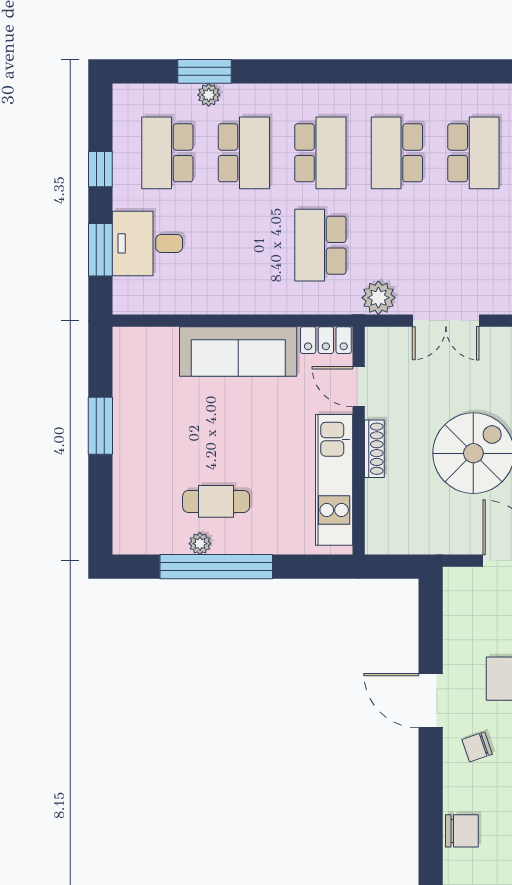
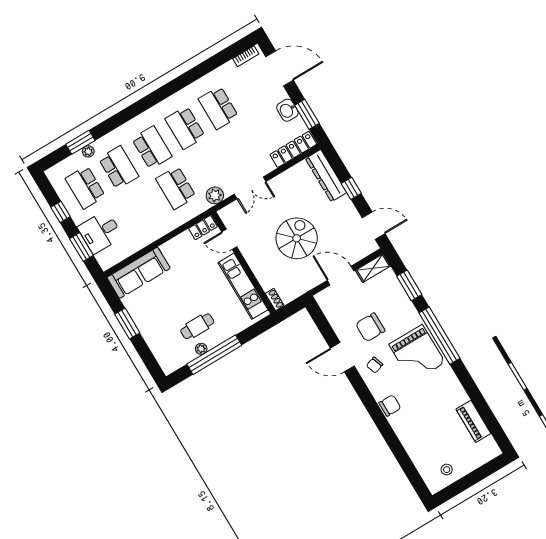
school desk: (473, 153) -> (218, 108), turned 180
sofa: (238, 351) -> (139, 273), moved
shoe rack: (374, 449) -> (275, 299), moved, width x0.70

